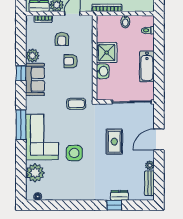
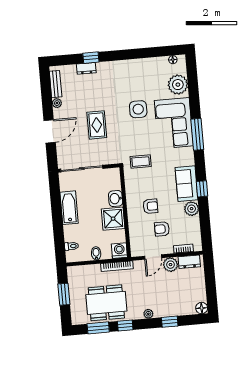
washing machine: (103, 22) -> (119, 251), added
armchair: (62, 39) -> (162, 229), turned -90

